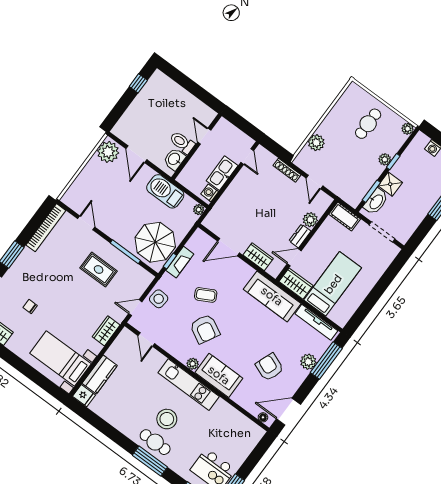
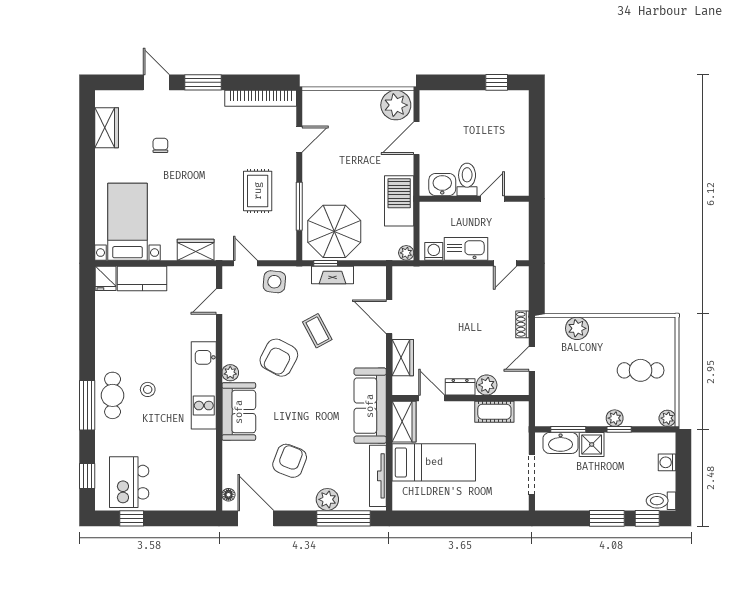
shoe rack: (287, 170) -> (522, 324), width x0.70
cot: (345, 217) -> (494, 412), moved, turned 90
stool: (167, 419) -> (148, 389), width x0.53, depth x0.53

